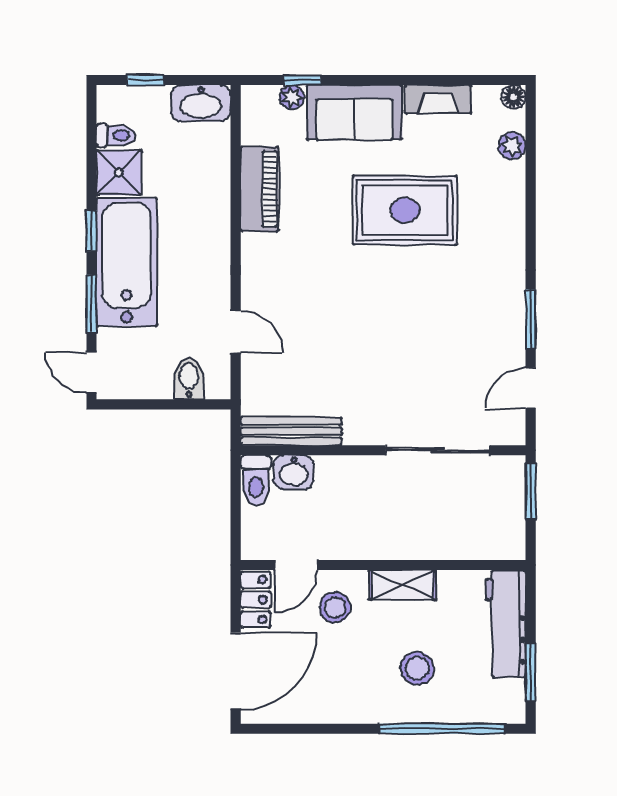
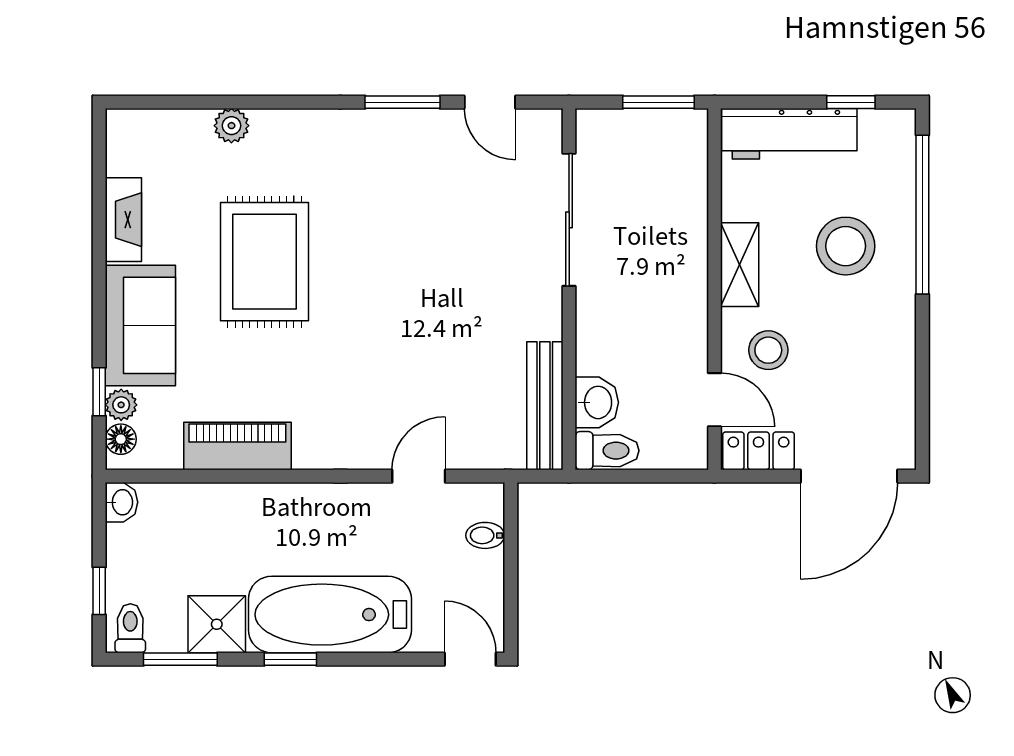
floor lamp: (514, 97) -> (121, 439), moved
washbasin: (201, 103) -> (121, 502), width x0.52, depth x0.69
toilet: (116, 135) -> (130, 628), moved
plant: (512, 146) -> (231, 126), moved
window: (91, 304) -> (180, 659), moved
door: (91, 372) -> (470, 659), swing flipped
bidet: (189, 379) -> (485, 535), width x0.72, depth x0.74
window: (531, 491) -> (659, 102), moved
stool: (417, 668) -> (846, 246), width x1.38, depth x1.38
door: (236, 671) -> (849, 476), swing flipped
window: (531, 673) -> (851, 102), width x0.67

